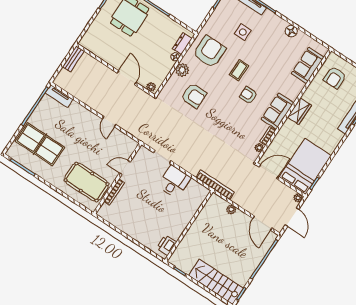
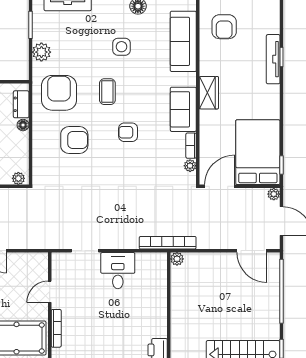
side table: (243, 32) -> (122, 47), moved
sofa: (308, 65) -> (183, 41), width x1.36
plant: (182, 70) -> (41, 52), moved
armchair: (248, 95) -> (128, 132), moved
armchair: (194, 96) -> (74, 140), moved
plant: (231, 210) -> (177, 259), moved

